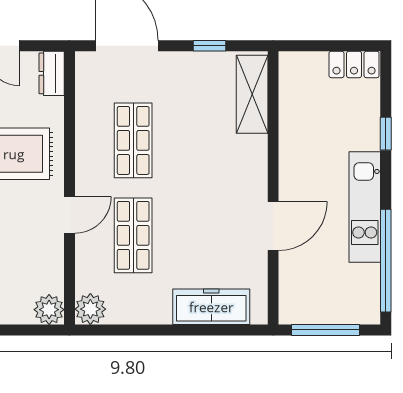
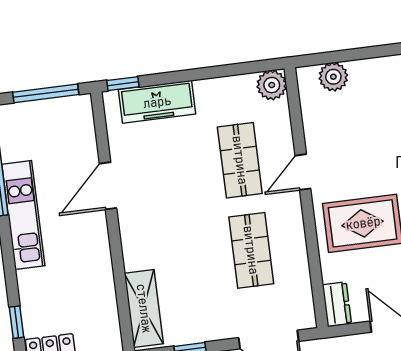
window: (386, 134) -> (17, 322), moved
plant: (49, 310) -> (333, 77), moved
window: (244, 330) -> (123, 84), added

